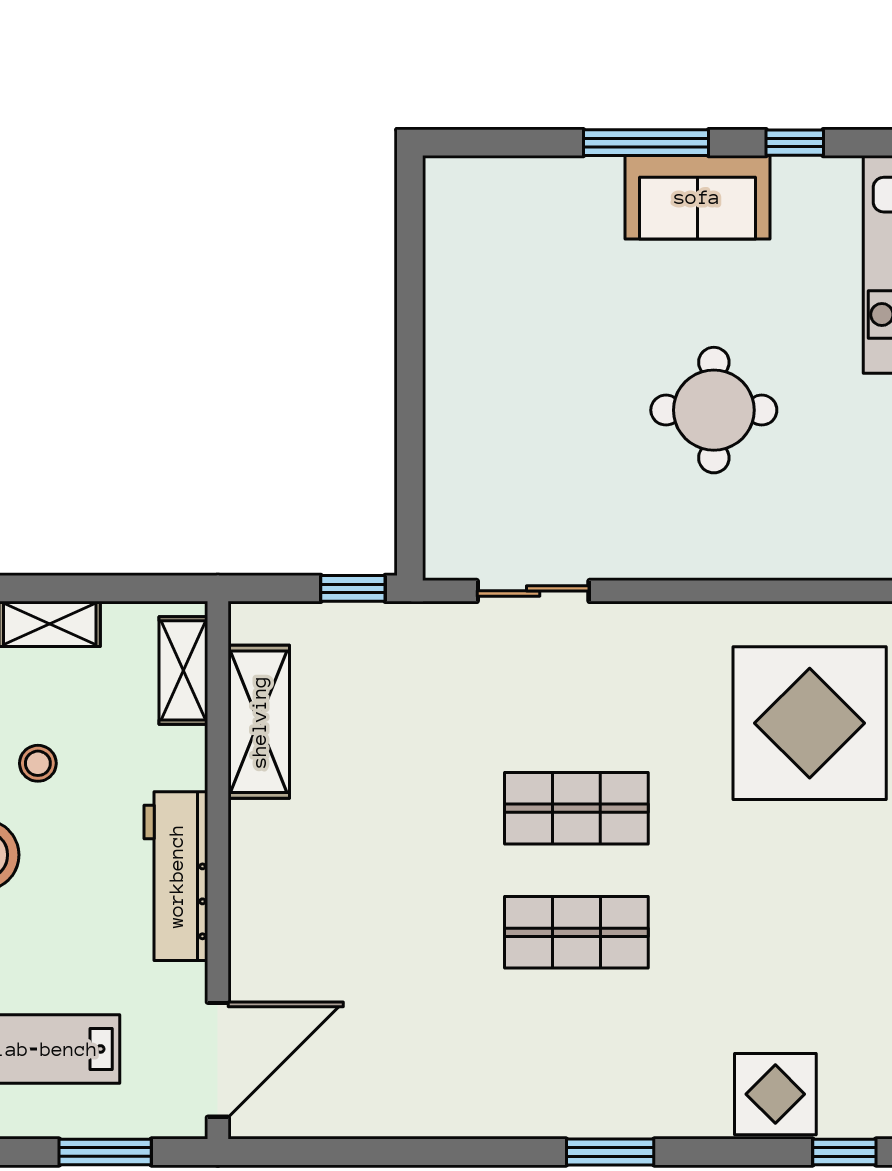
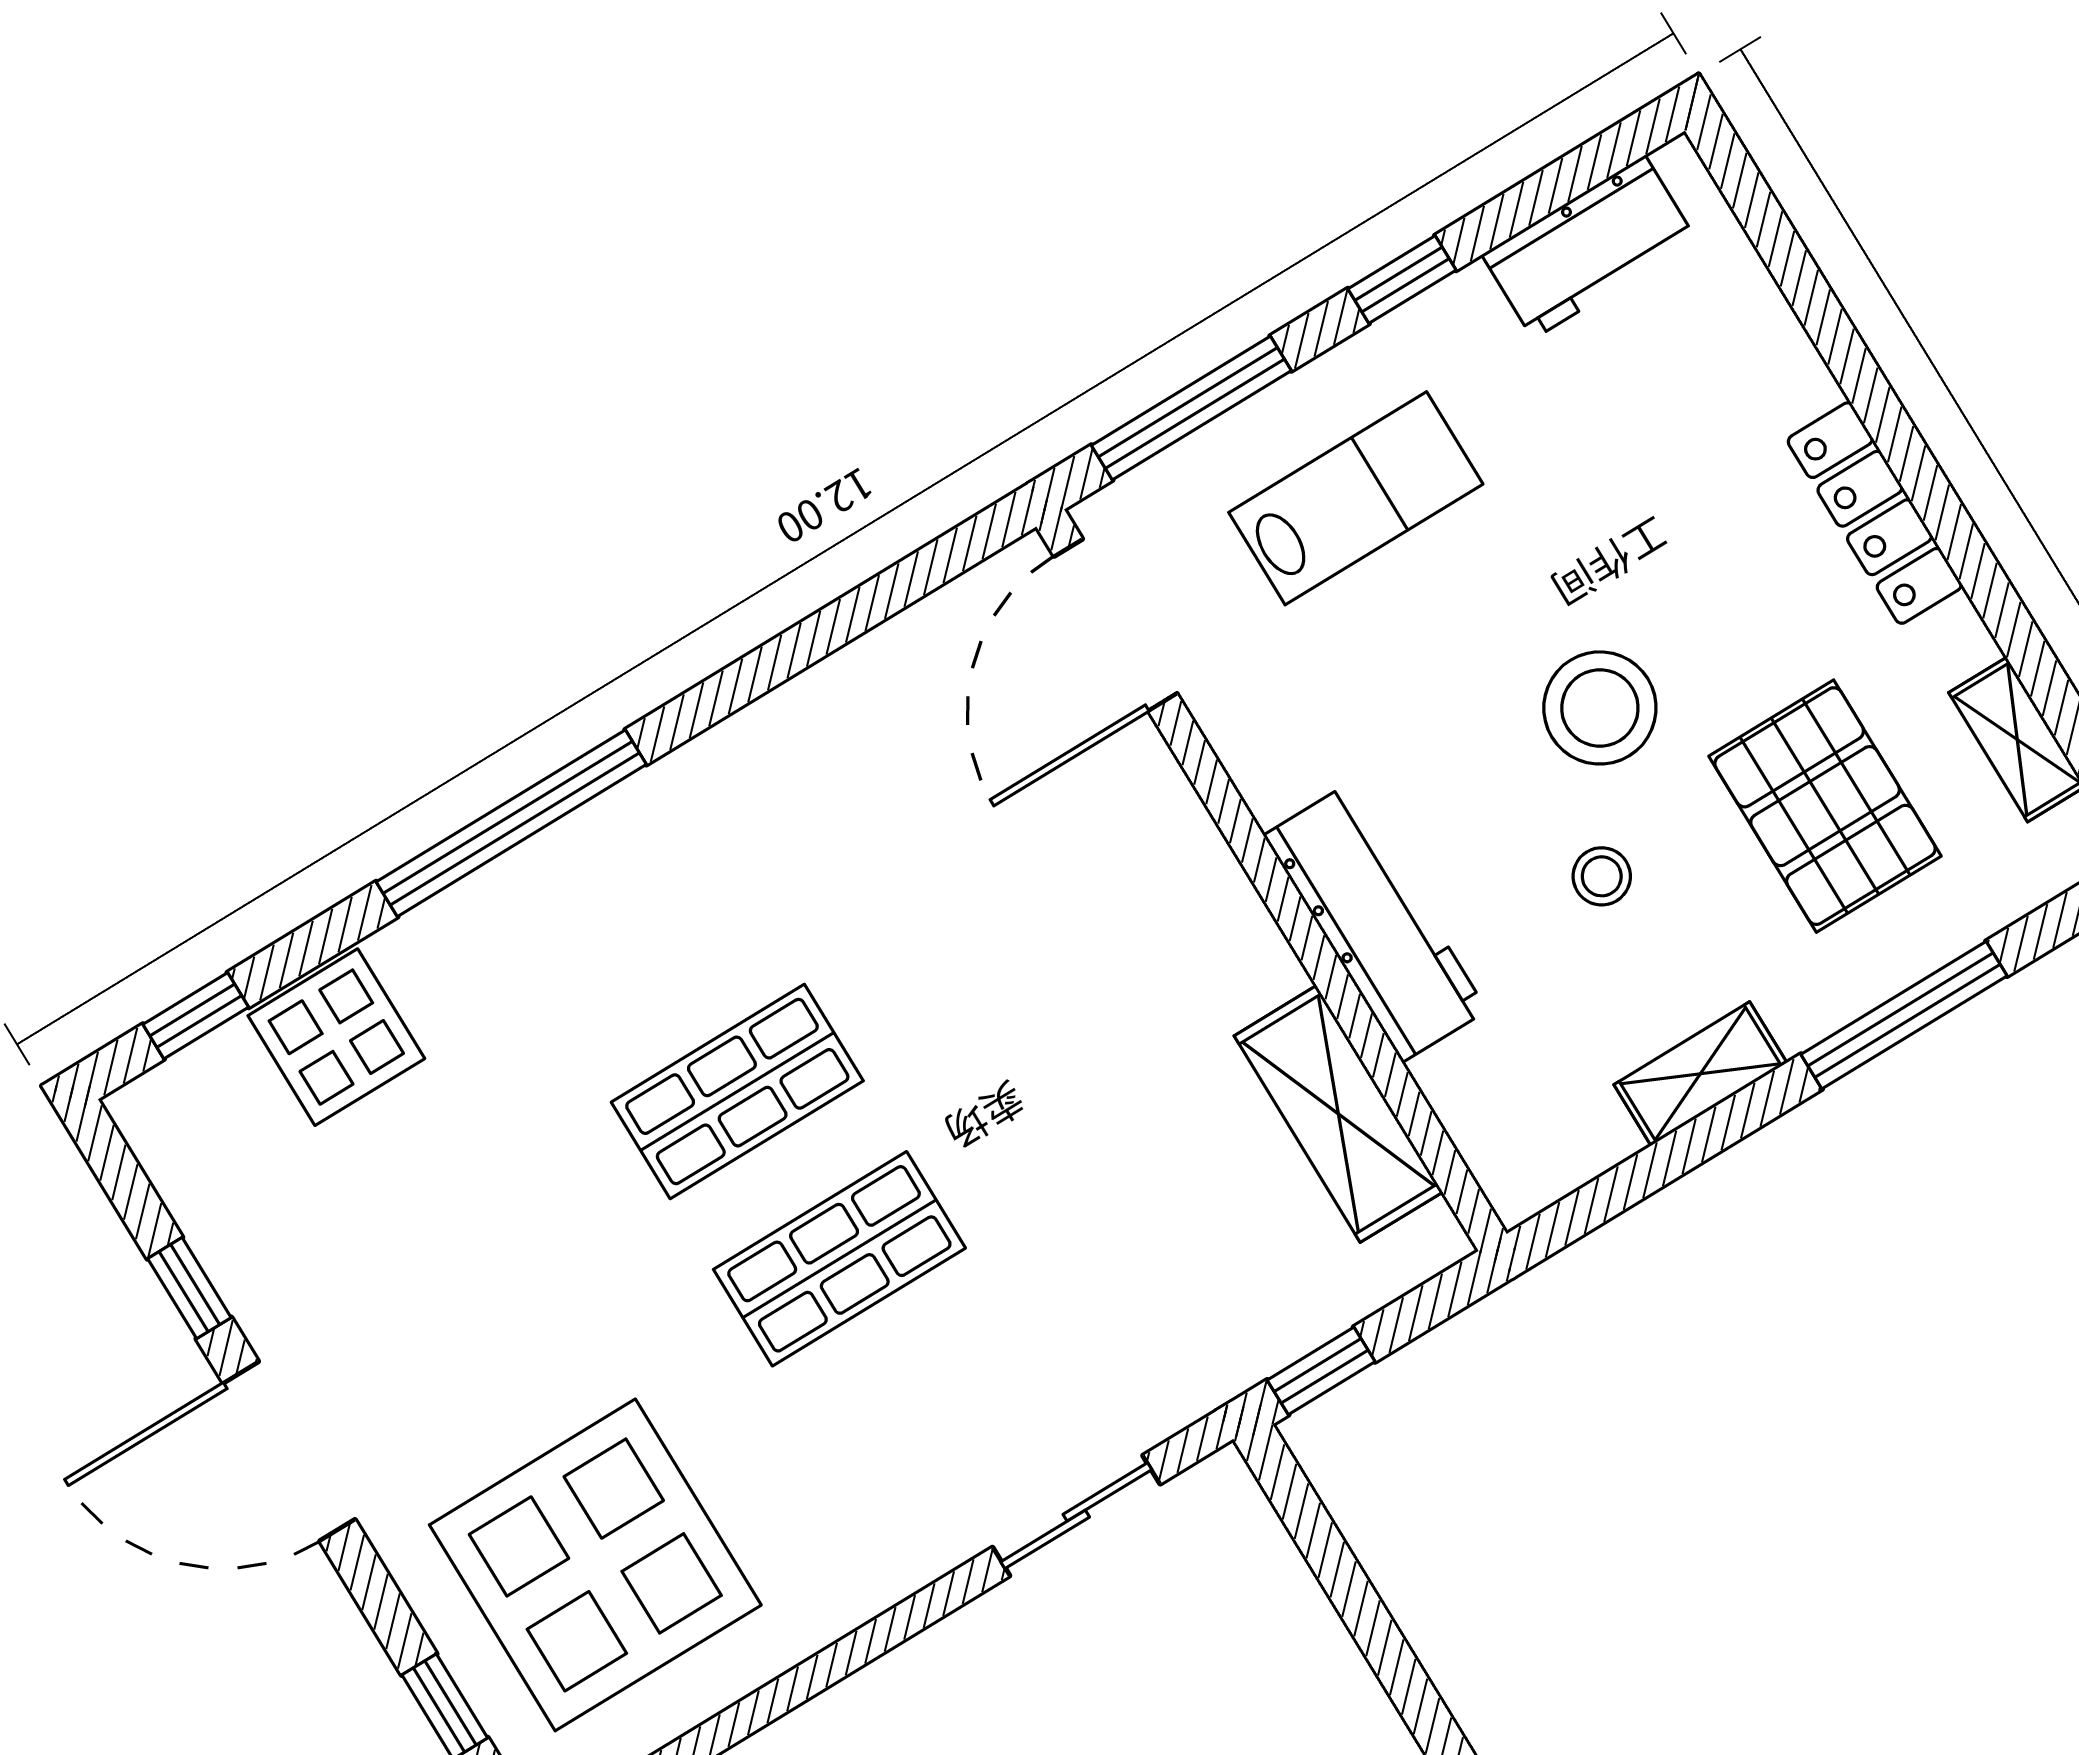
shelving: (183, 670) -> (1482, 1121), removed
workbench: (176, 876) -> (1375, 923), moved
window: (105, 1152) -> (1191, 408), width x1.44
window: (610, 1152) -> (511, 823), width x2.11

